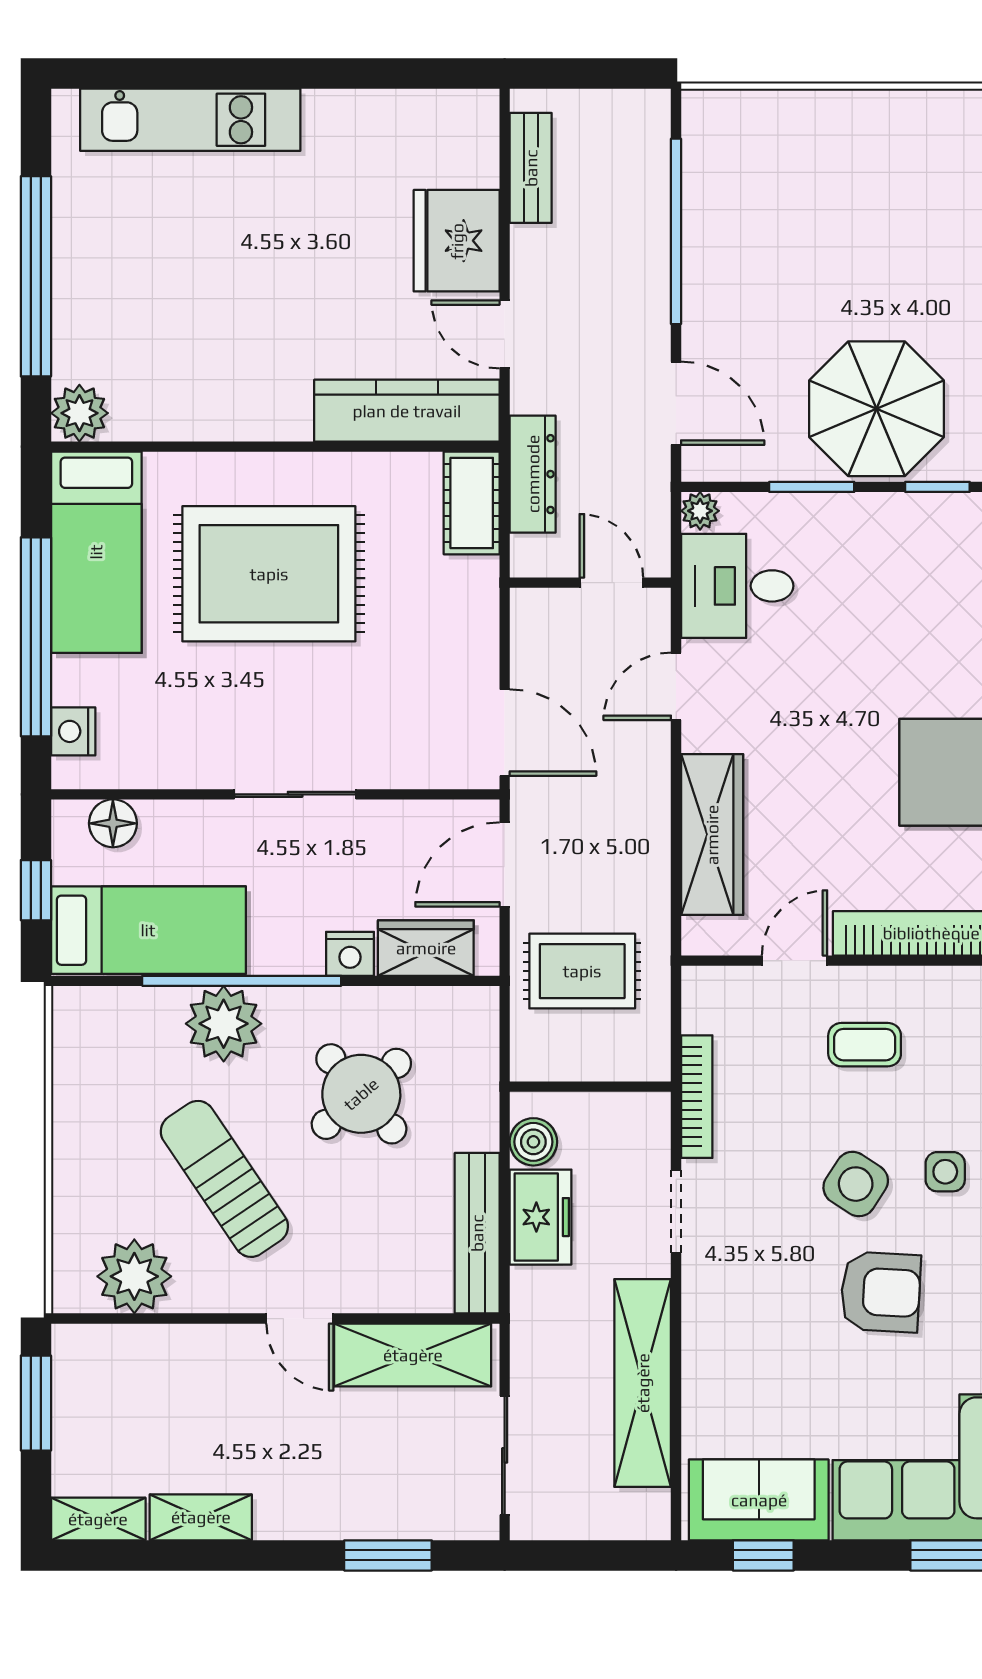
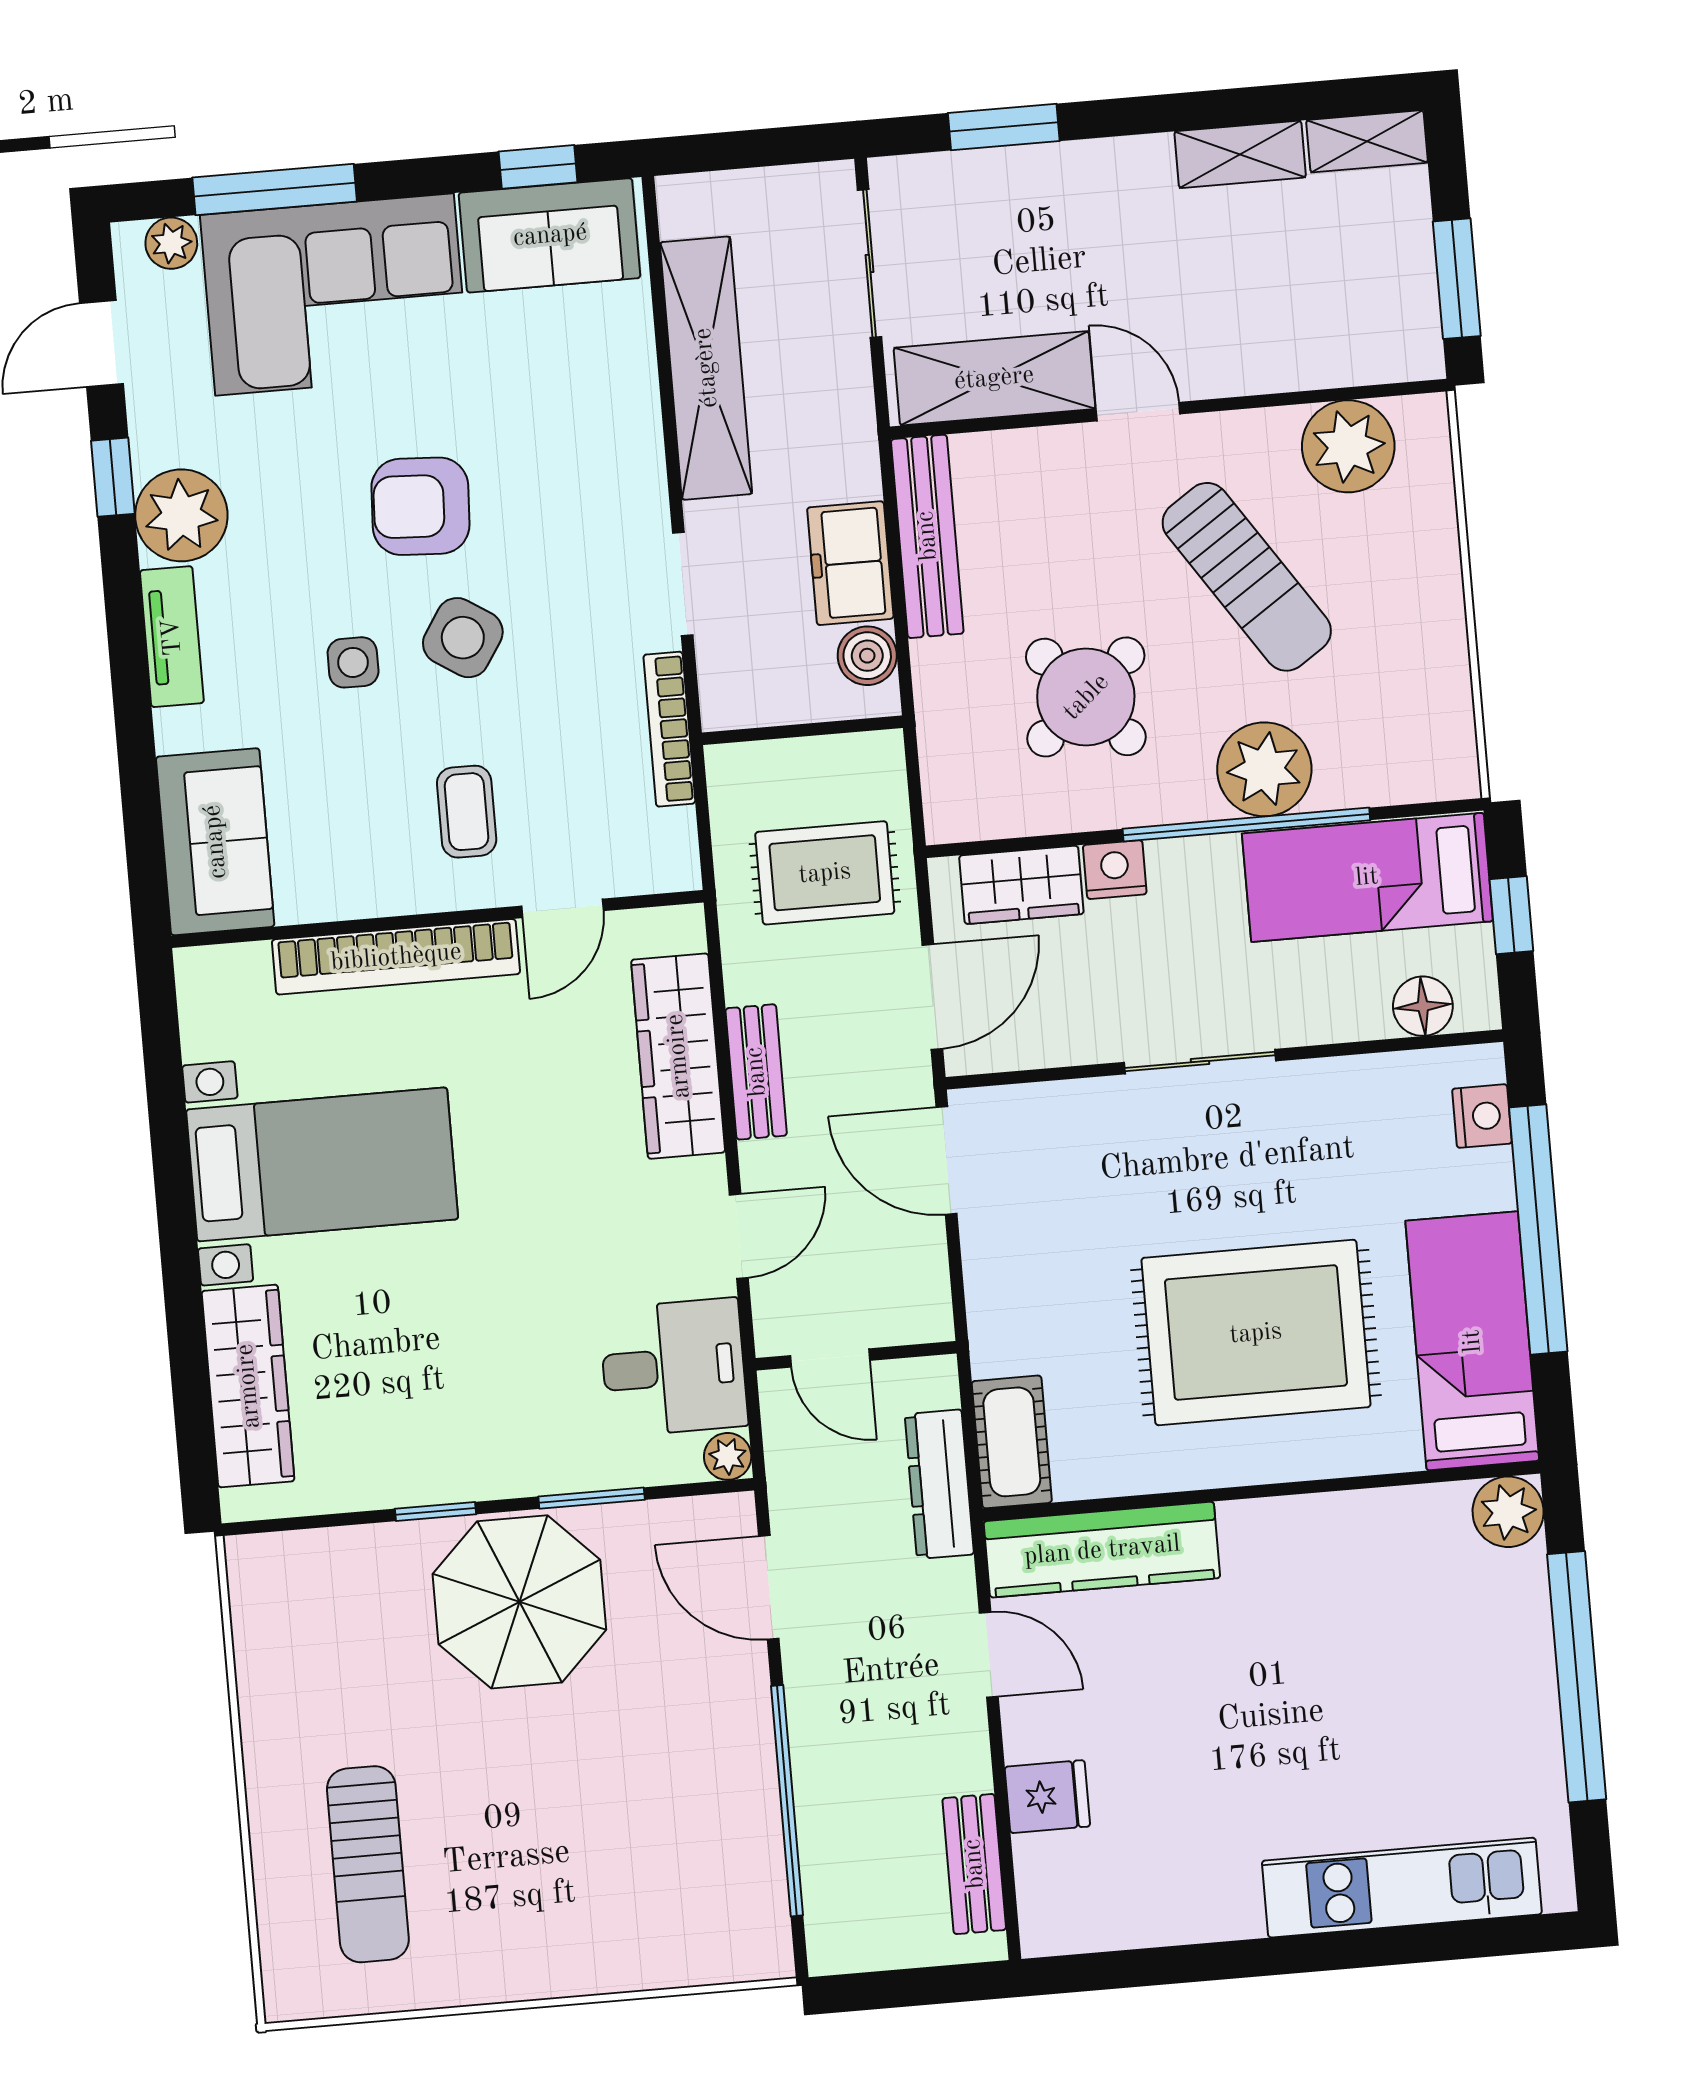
fridge: (457, 241) -> (1047, 1797), width x0.53, depth x0.75
bench: (651, 816) -> (756, 1072), added
coffee table: (865, 1045) -> (467, 812), turned 90

